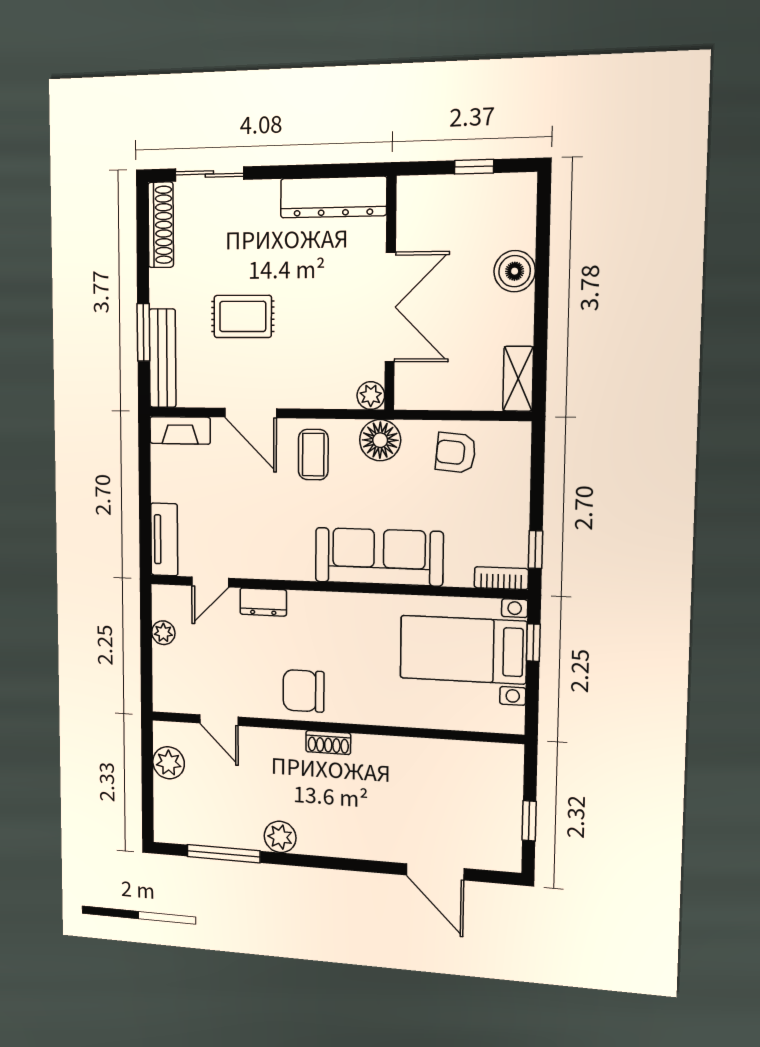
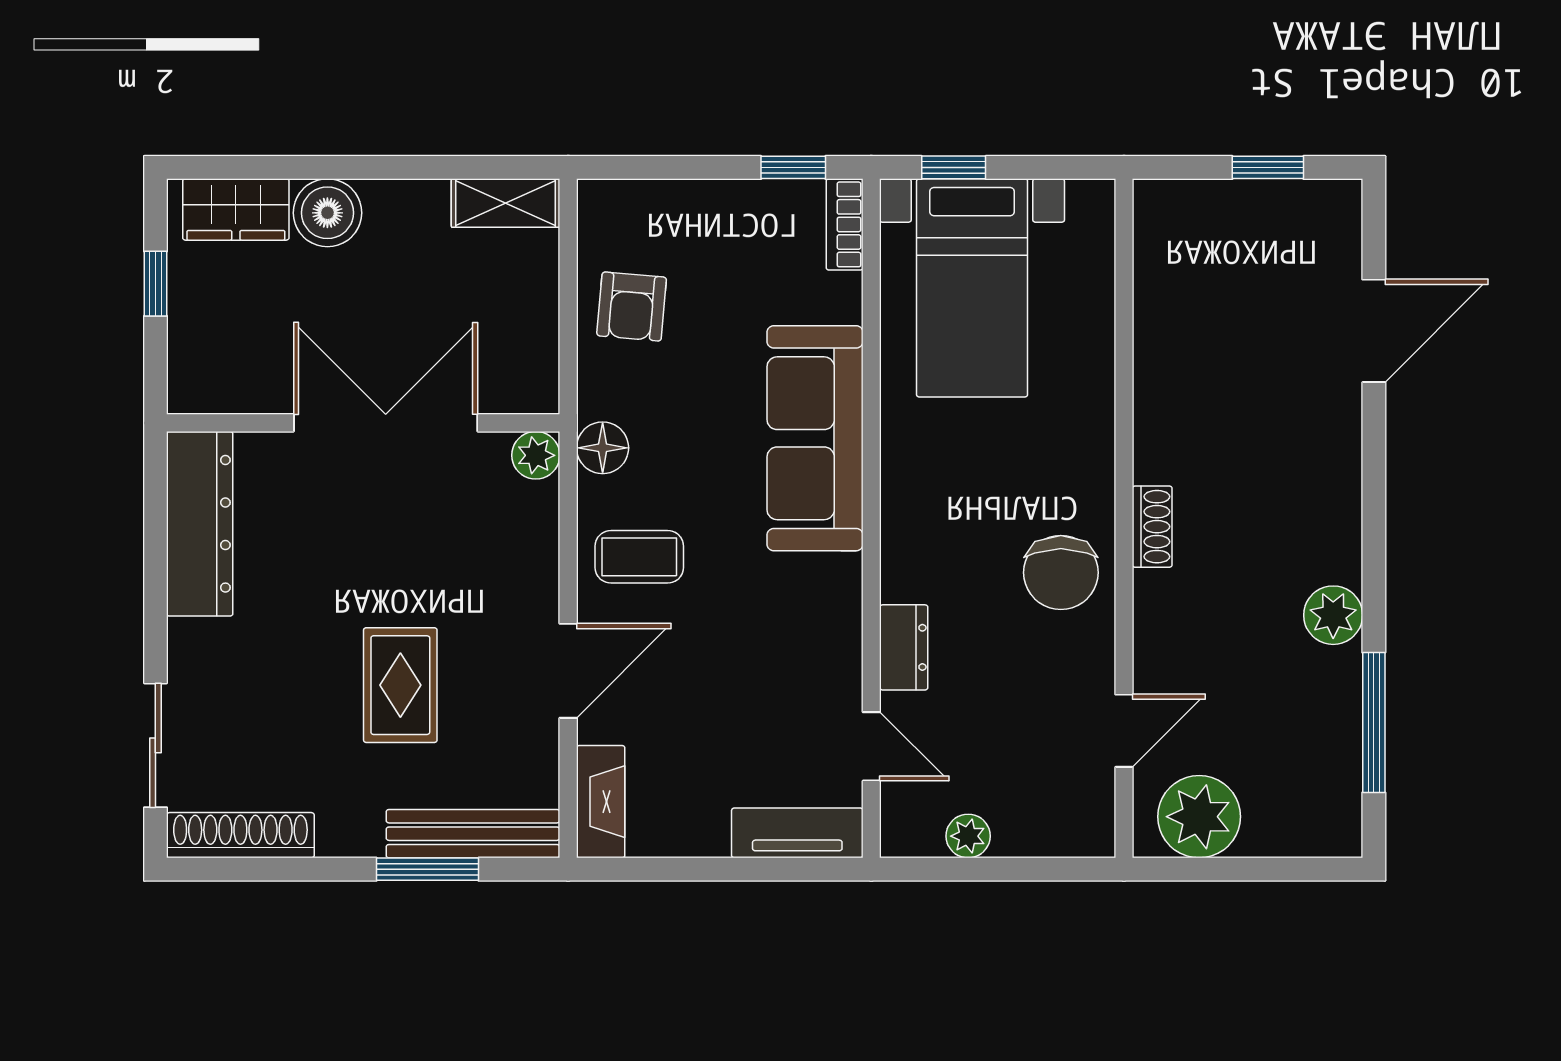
wardrobe: (518, 215) -> (236, 209), added
floor lamp: (380, 440) -> (603, 448), width x0.73, depth x0.73
plant: (169, 763) -> (1199, 817), width x1.36, depth x1.36

